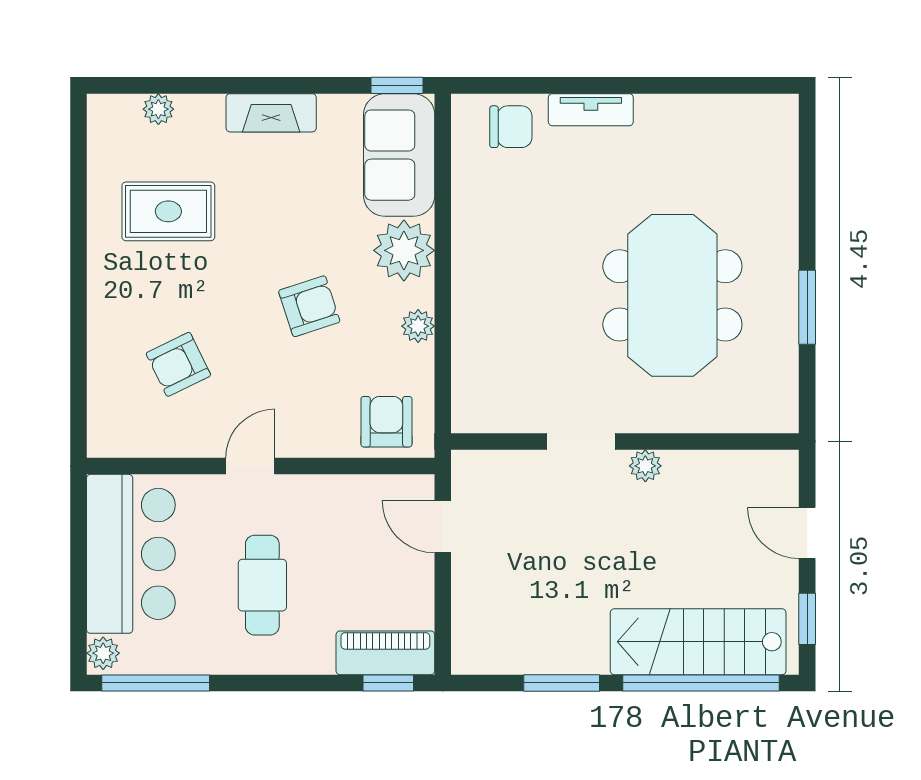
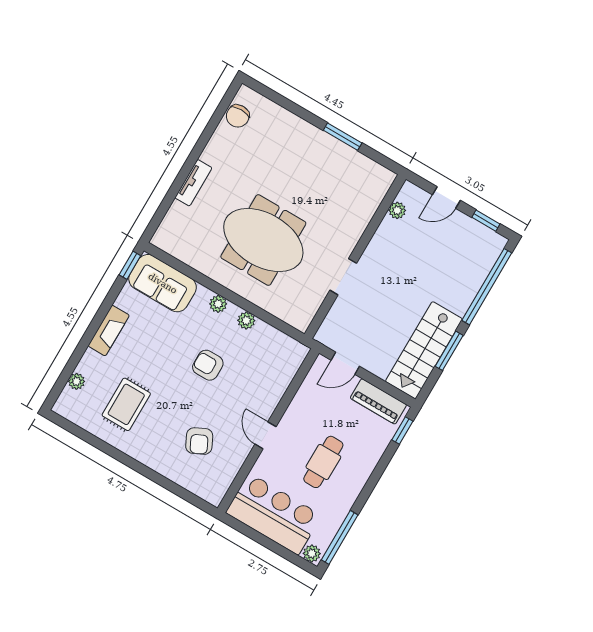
chair: (511, 127) -> (238, 116), moved, turned 180
plant: (404, 250) -> (218, 304), width x0.53, depth x0.53
meeting table: (672, 295) -> (263, 240), moved
armchair: (309, 306) -> (208, 365), turned -72
armchair: (386, 422) -> (282, 361), removed
plant: (645, 466) -> (397, 210), moved
cafe table: (262, 585) -> (323, 462), turned 90
stairs: (698, 642) -> (424, 350), moved
piano: (385, 653) -> (378, 401), moved, turned -90

